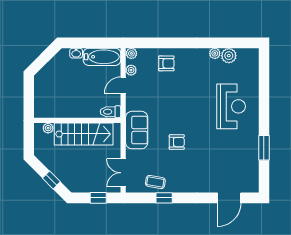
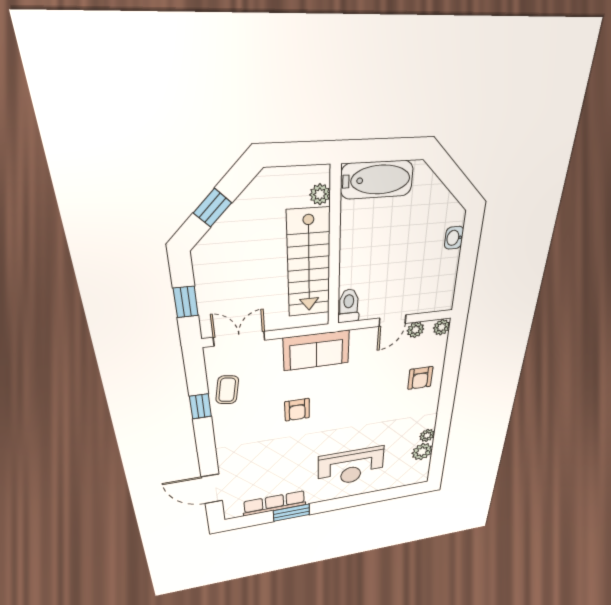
bathtub: (102, 57) -> (377, 180), moved, turned -90
door: (123, 85) -> (392, 321), swing flipped
row of seats: (252, 159) -> (275, 503), added

